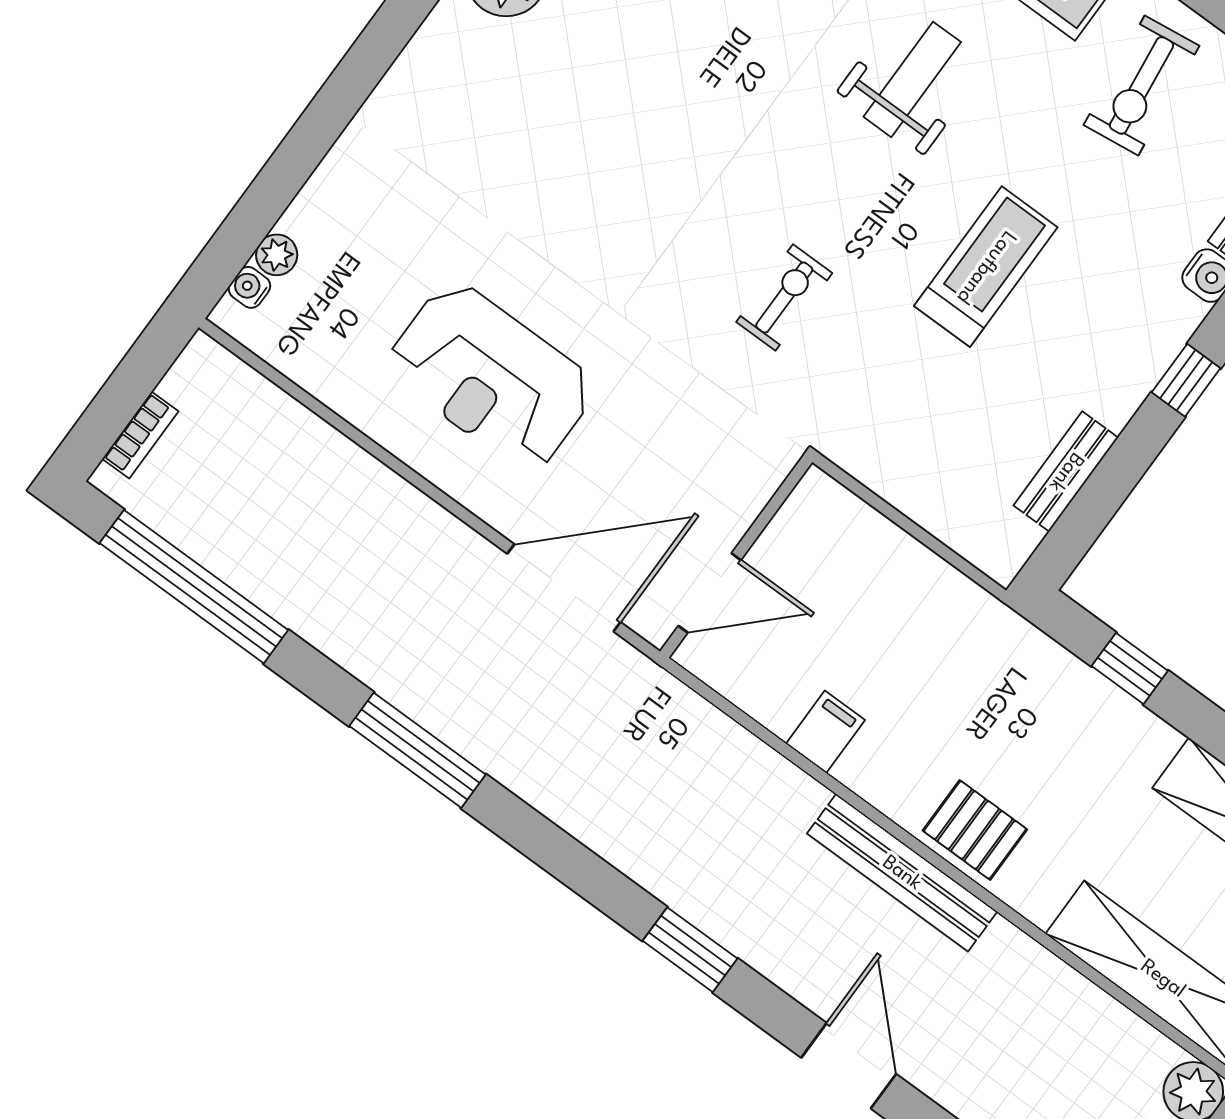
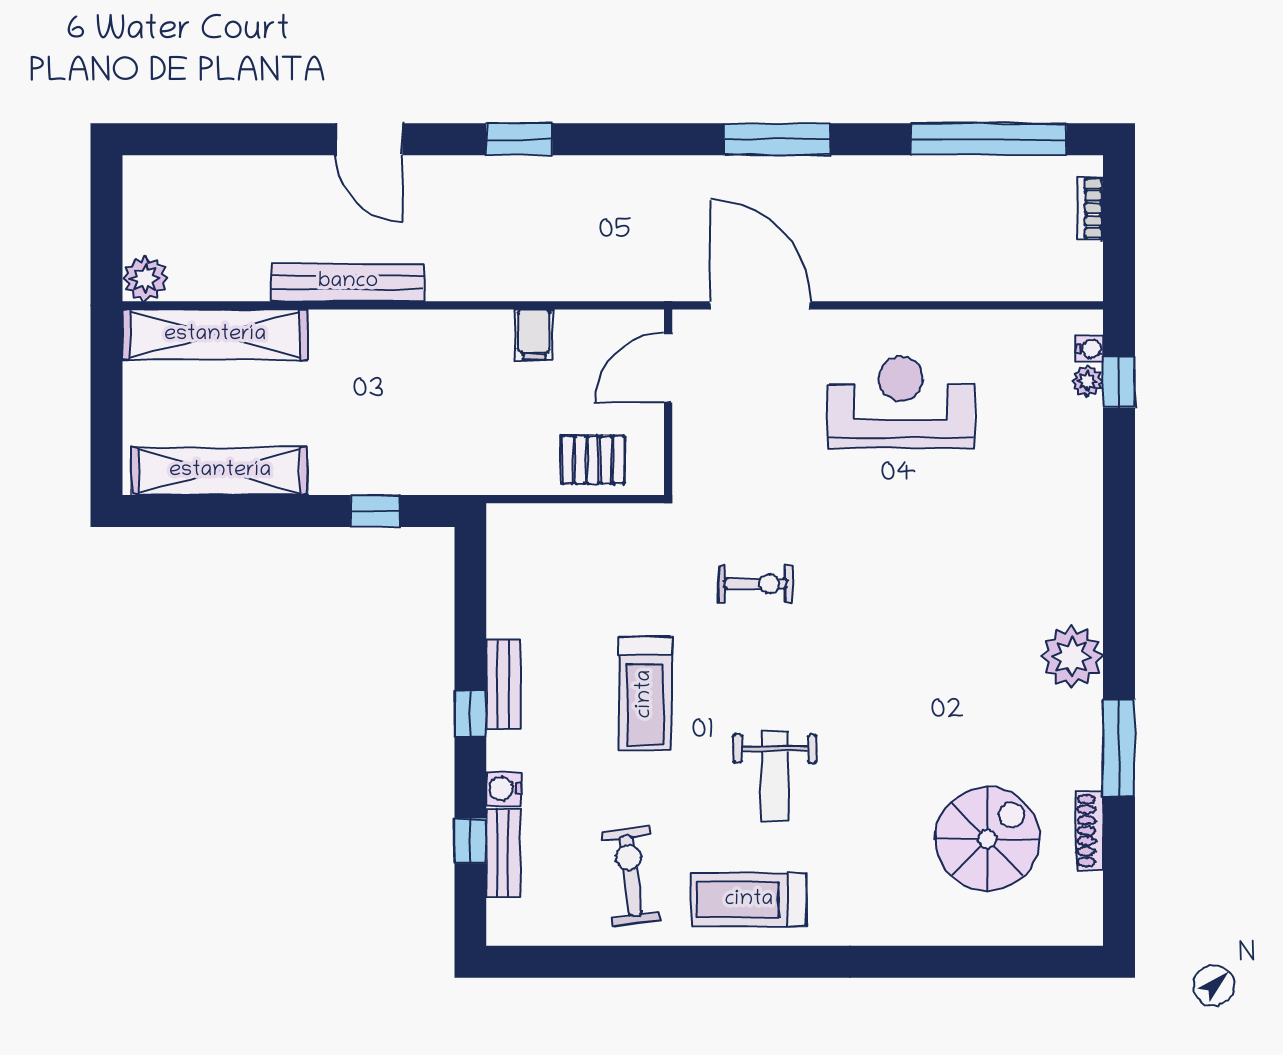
window: (244, 229) -> (1119, 382), added
exercise bike: (784, 297) -> (755, 584), turned -90
bench: (1066, 472) -> (503, 684), moved
door: (564, 588) -> (760, 305), swing flipped
pallet: (975, 830) -> (593, 460), moved
bench: (902, 873) -> (348, 282), moved

